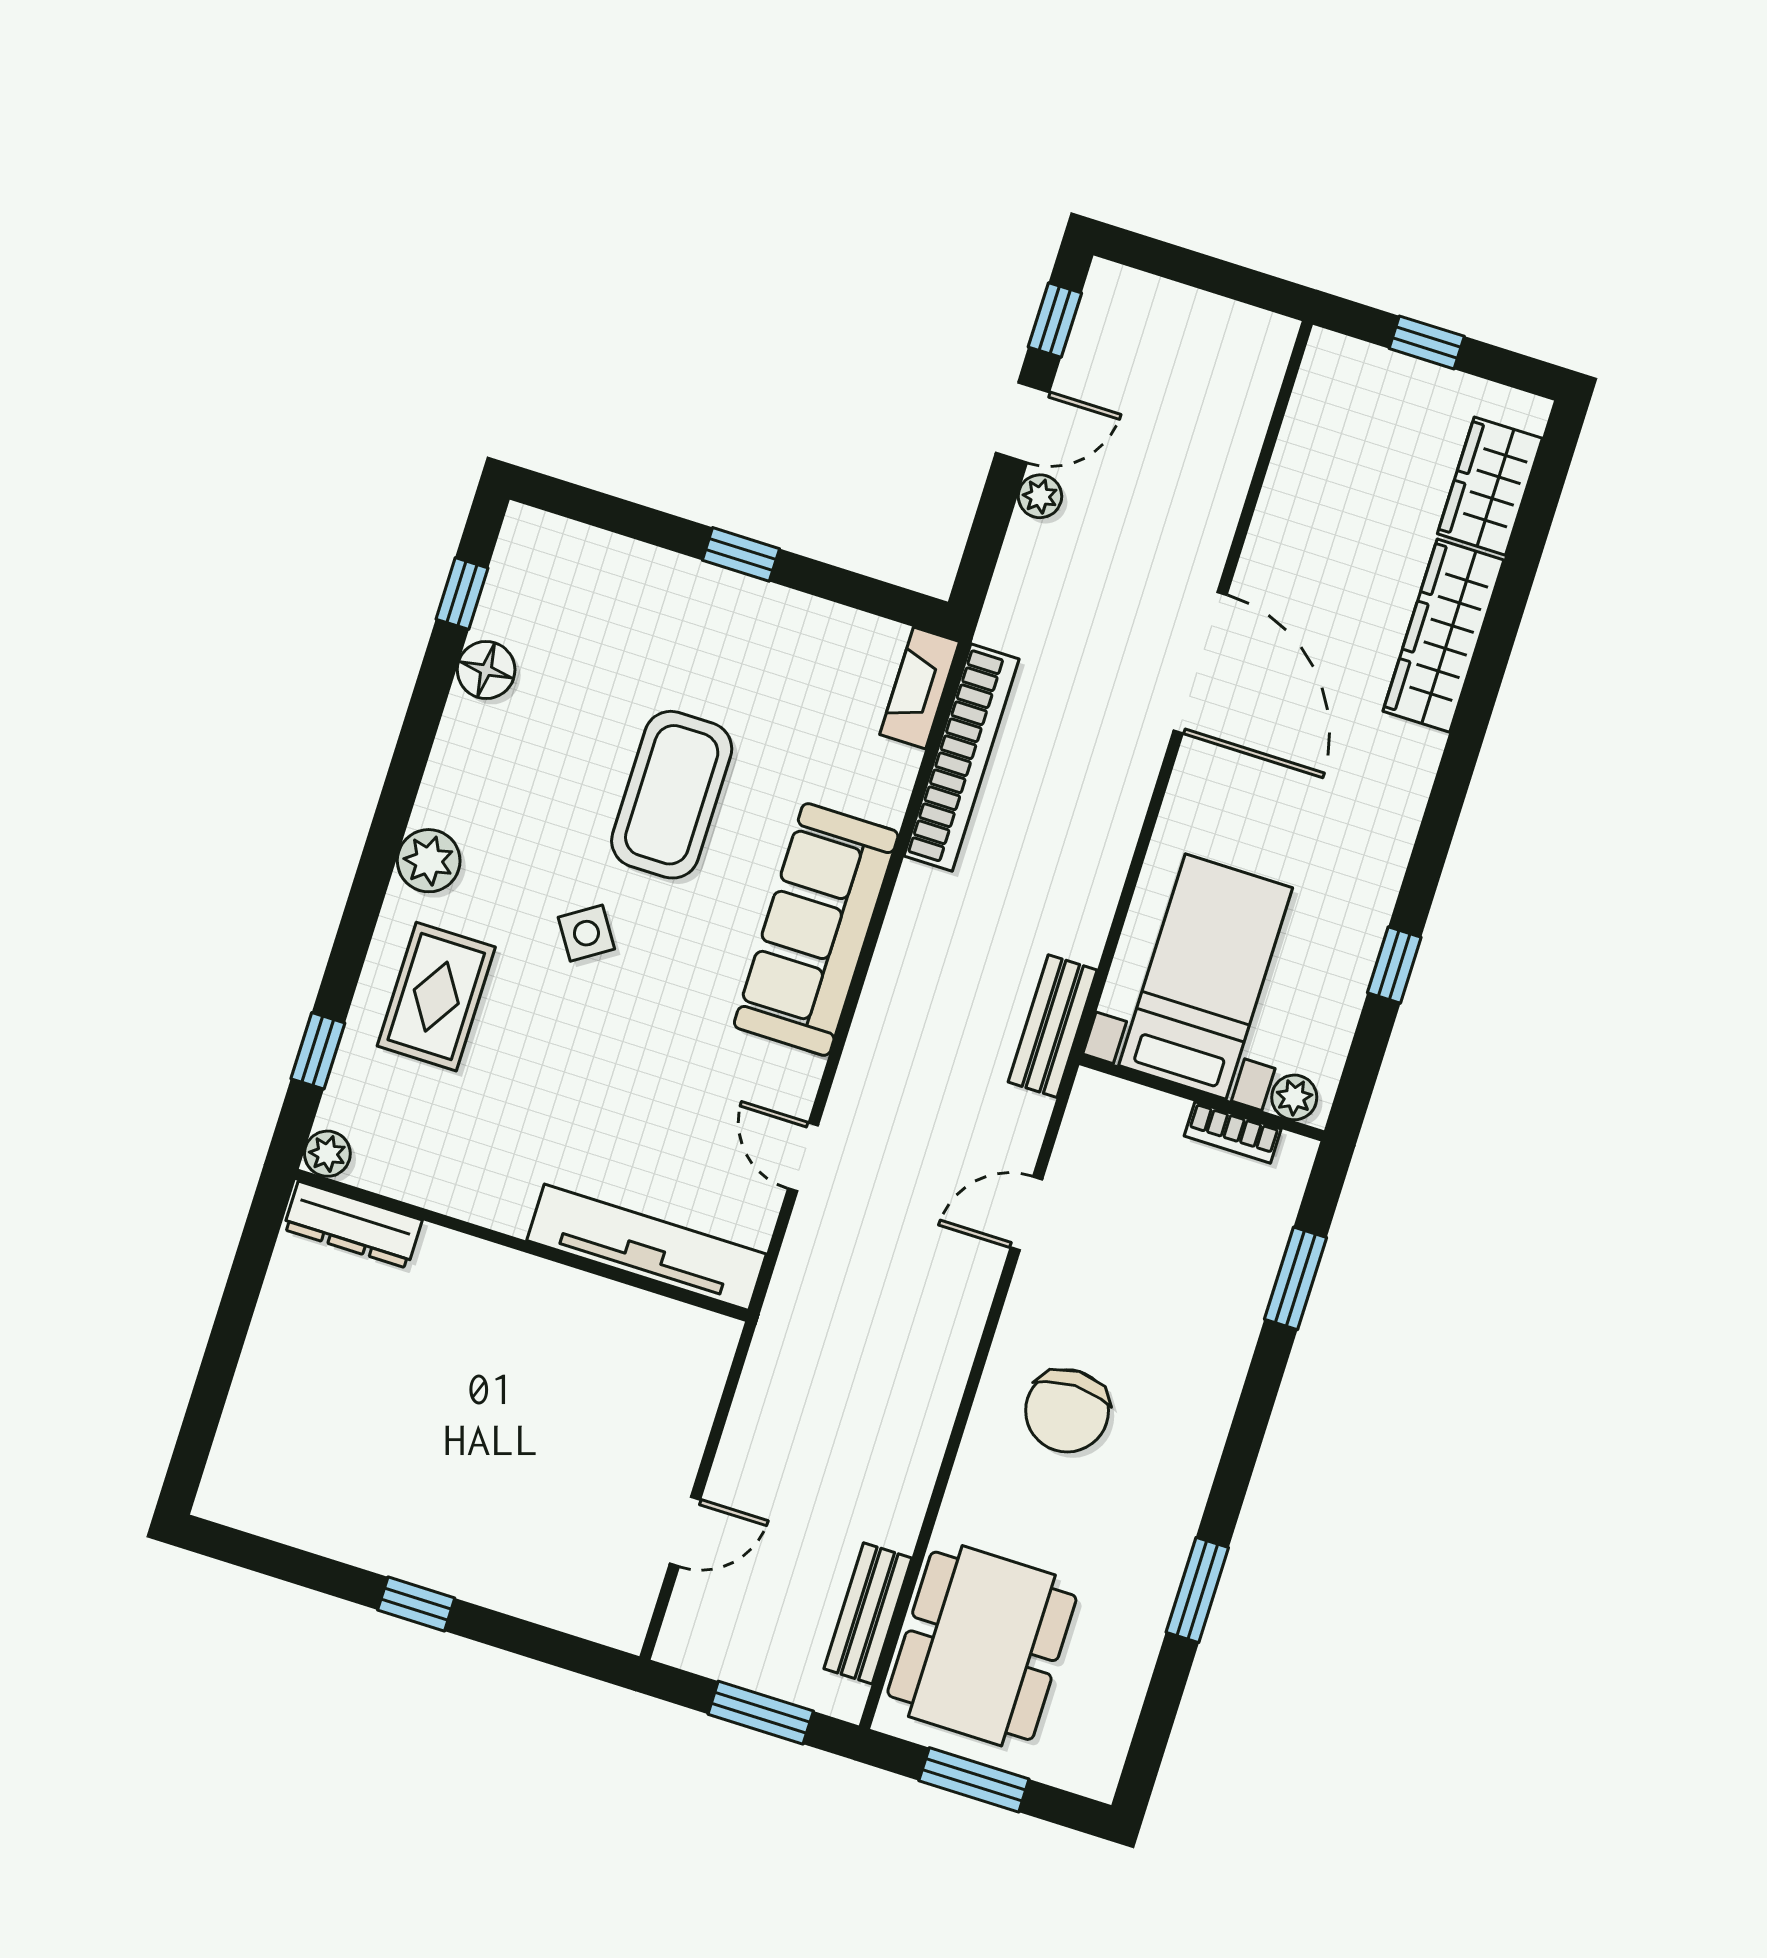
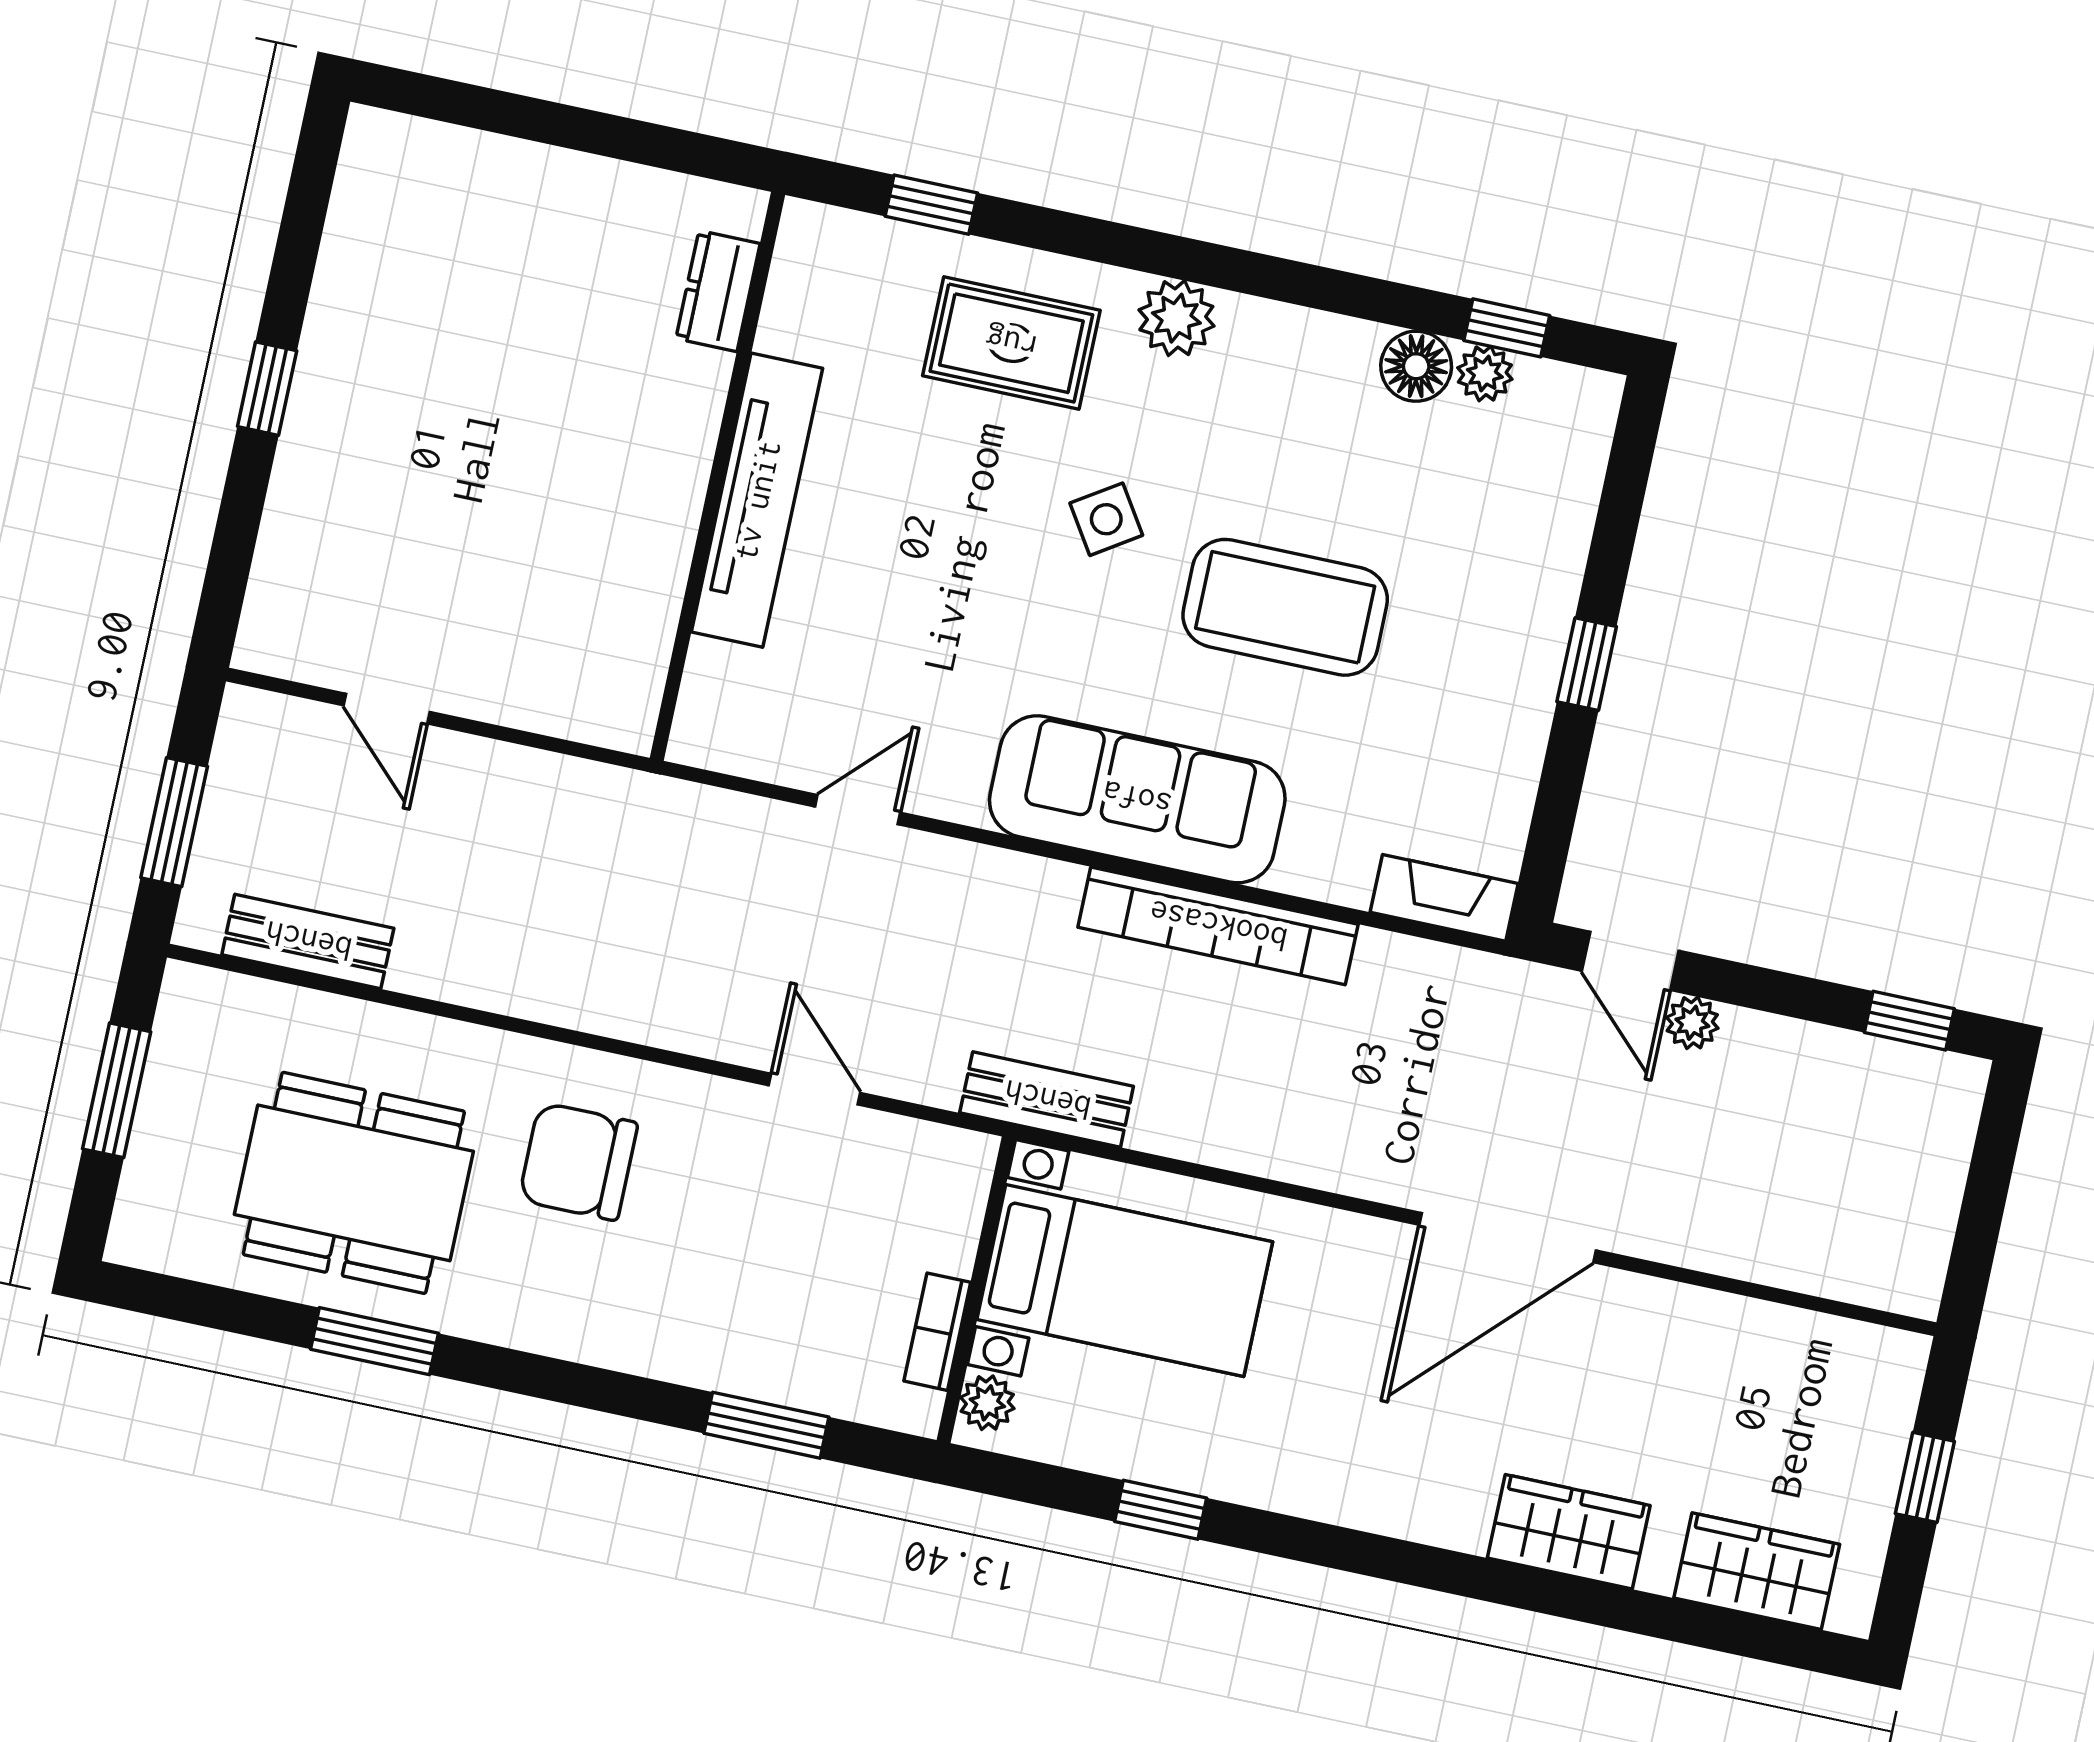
door: (1023, 422) -> (1630, 961), moved
wardrobe: (1443, 636) -> (1569, 1532), width x0.67
bookcase: (962, 758) -> (1218, 926), moved
plant: (327, 1154) -> (1485, 373), moved
dresser: (353, 1225) -> (718, 291), width x0.70
tv unit: (647, 1247) -> (757, 500), moved
dining table: (982, 1646) -> (354, 1183), moved

